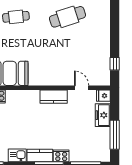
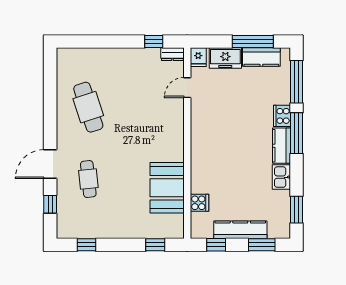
dresser: (106, 77) -> (172, 54), added
kitchen counter: (54, 97) -> (261, 57), moved, turned 90

